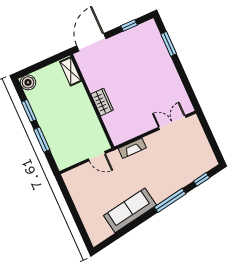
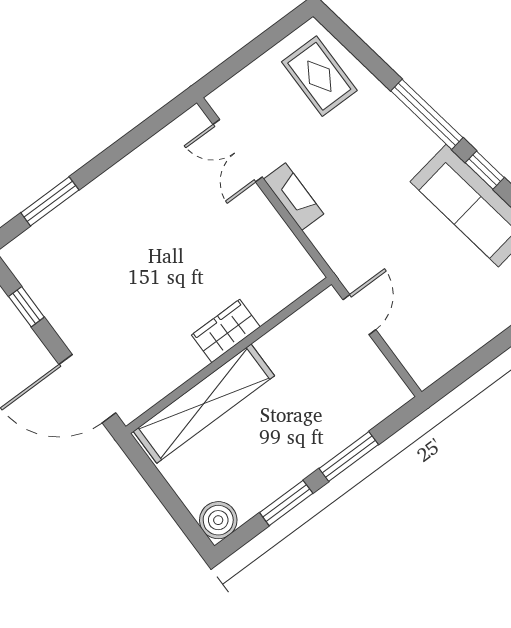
shelving: (71, 71) -> (204, 404), width x2.20, depth x1.33
fireplace: (132, 148) -> (294, 197), moved
rug: (194, 161) -> (319, 76), added
window: (202, 179) -> (485, 170), moved

